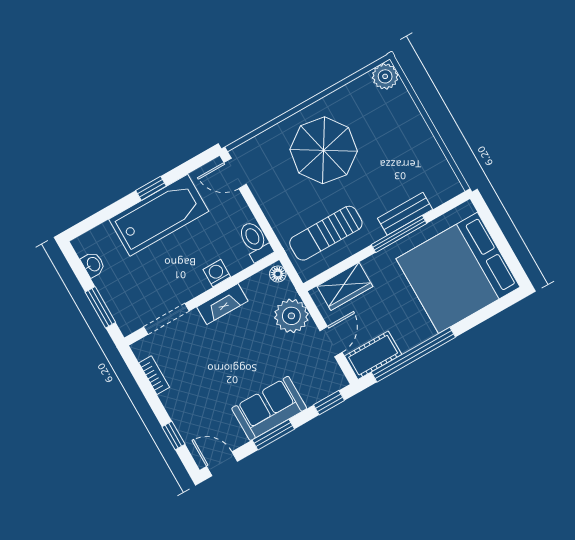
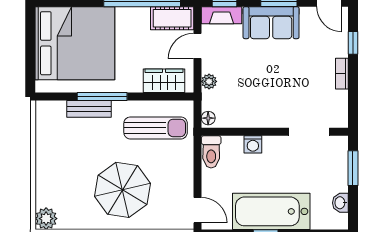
fireplace: (222, 304) -> (221, 15), moved, turned 180
plant: (291, 316) -> (209, 81), width x0.53, depth x0.53
bookcase: (154, 375) -> (342, 74), moved

